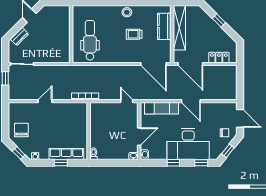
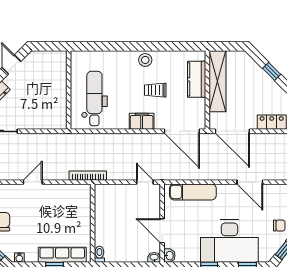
filing cabinet: (124, 57) -> (142, 121), added
door: (191, 101) -> (250, 182), moved
door: (139, 137) -> (162, 231), swing flipped

